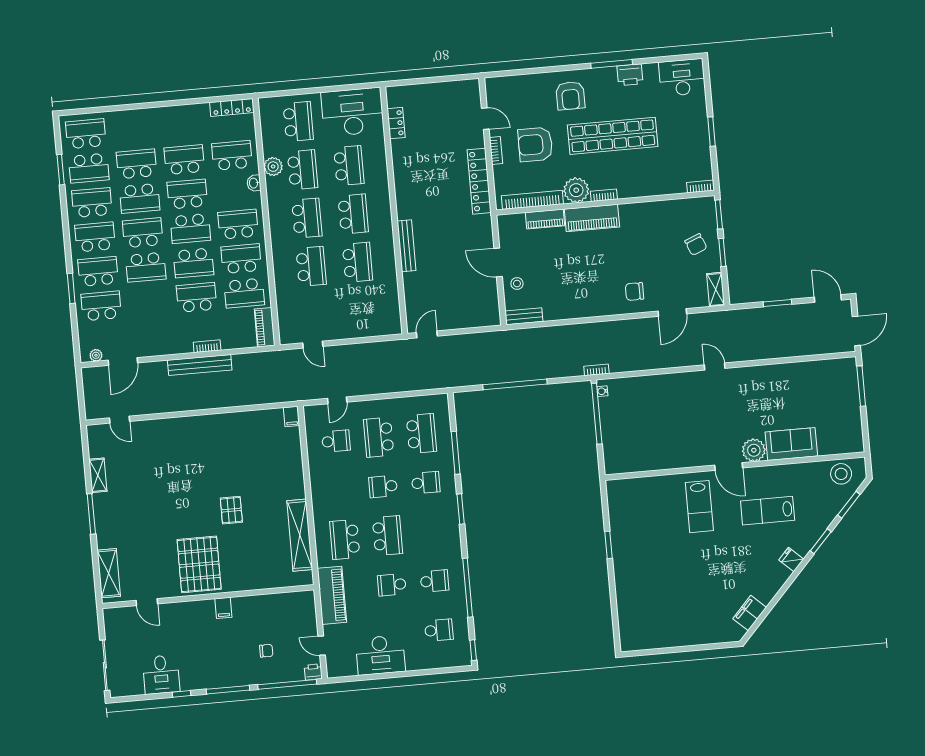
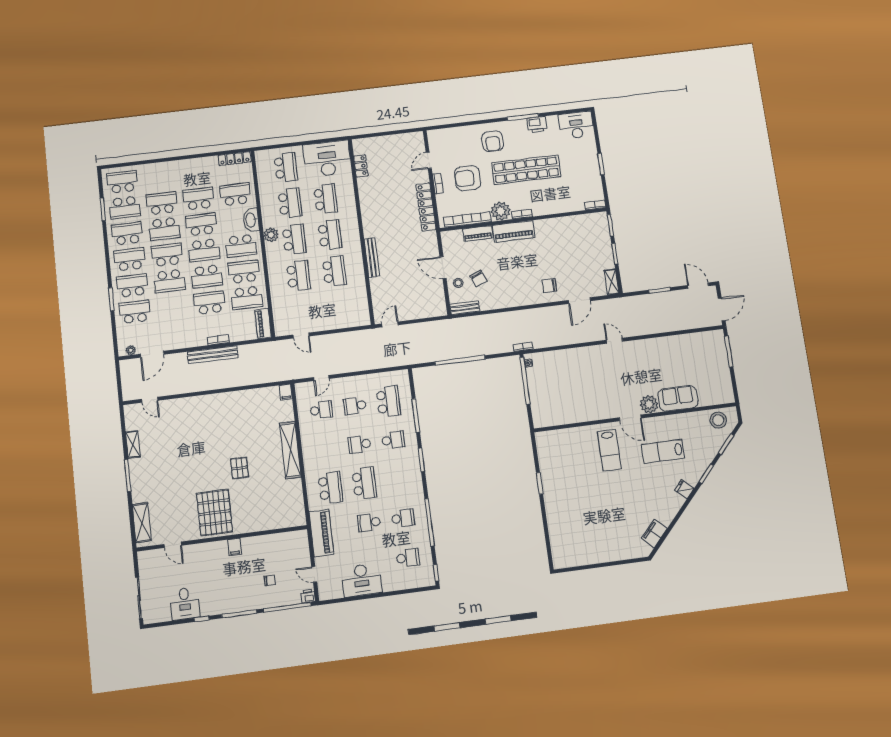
door: (485, 119) -> (429, 160), swing flipped
plant: (273, 167) -> (271, 235), moved
washbasin: (254, 183) -> (251, 220), width x1.91, depth x1.45
school desk: (238, 224) -> (241, 246), turned 180
chair: (696, 244) -> (478, 279), moved
school desk: (379, 437) -> (355, 406), width x0.54
shelving: (300, 535) -> (290, 450), moved
school desk: (345, 539) -> (330, 488), turned 180

